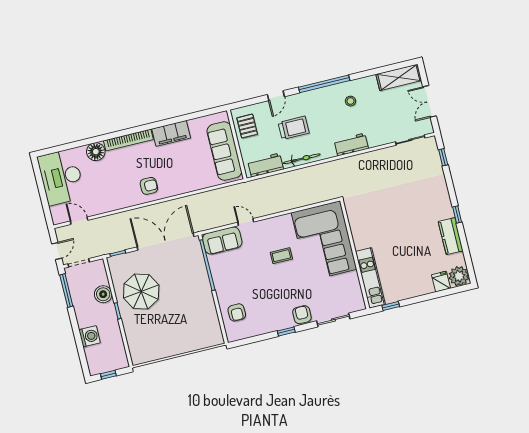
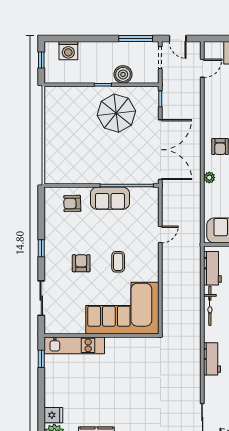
plant: (181, 189) -> (209, 178), added
sofa: (222, 241) -> (110, 198), moved, turned -90
armchair: (302, 315) -> (81, 263), moved, turned -90
washing machine: (90, 336) -> (68, 51), moved

